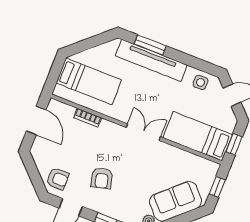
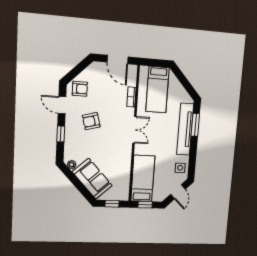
door: (36, 120) -> (118, 60), hinge flipped
double door: (143, 132) -> (134, 130), moved
armchair: (58, 179) -> (80, 89), turned -90

